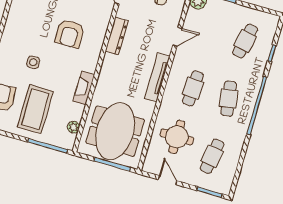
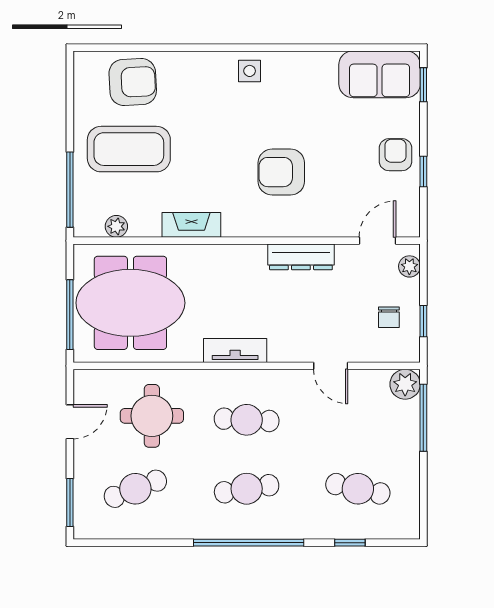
side table: (33, 62) -> (250, 71), moved
tv unit: (157, 77) -> (235, 351), width x0.71
cafe table: (212, 156) -> (135, 489), turned -30

